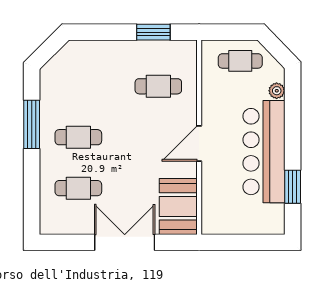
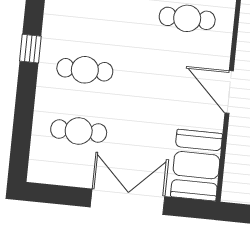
window: (32, 124) -> (30, 49), width x0.46
door: (199, 143) -> (229, 92), hinge flipped

